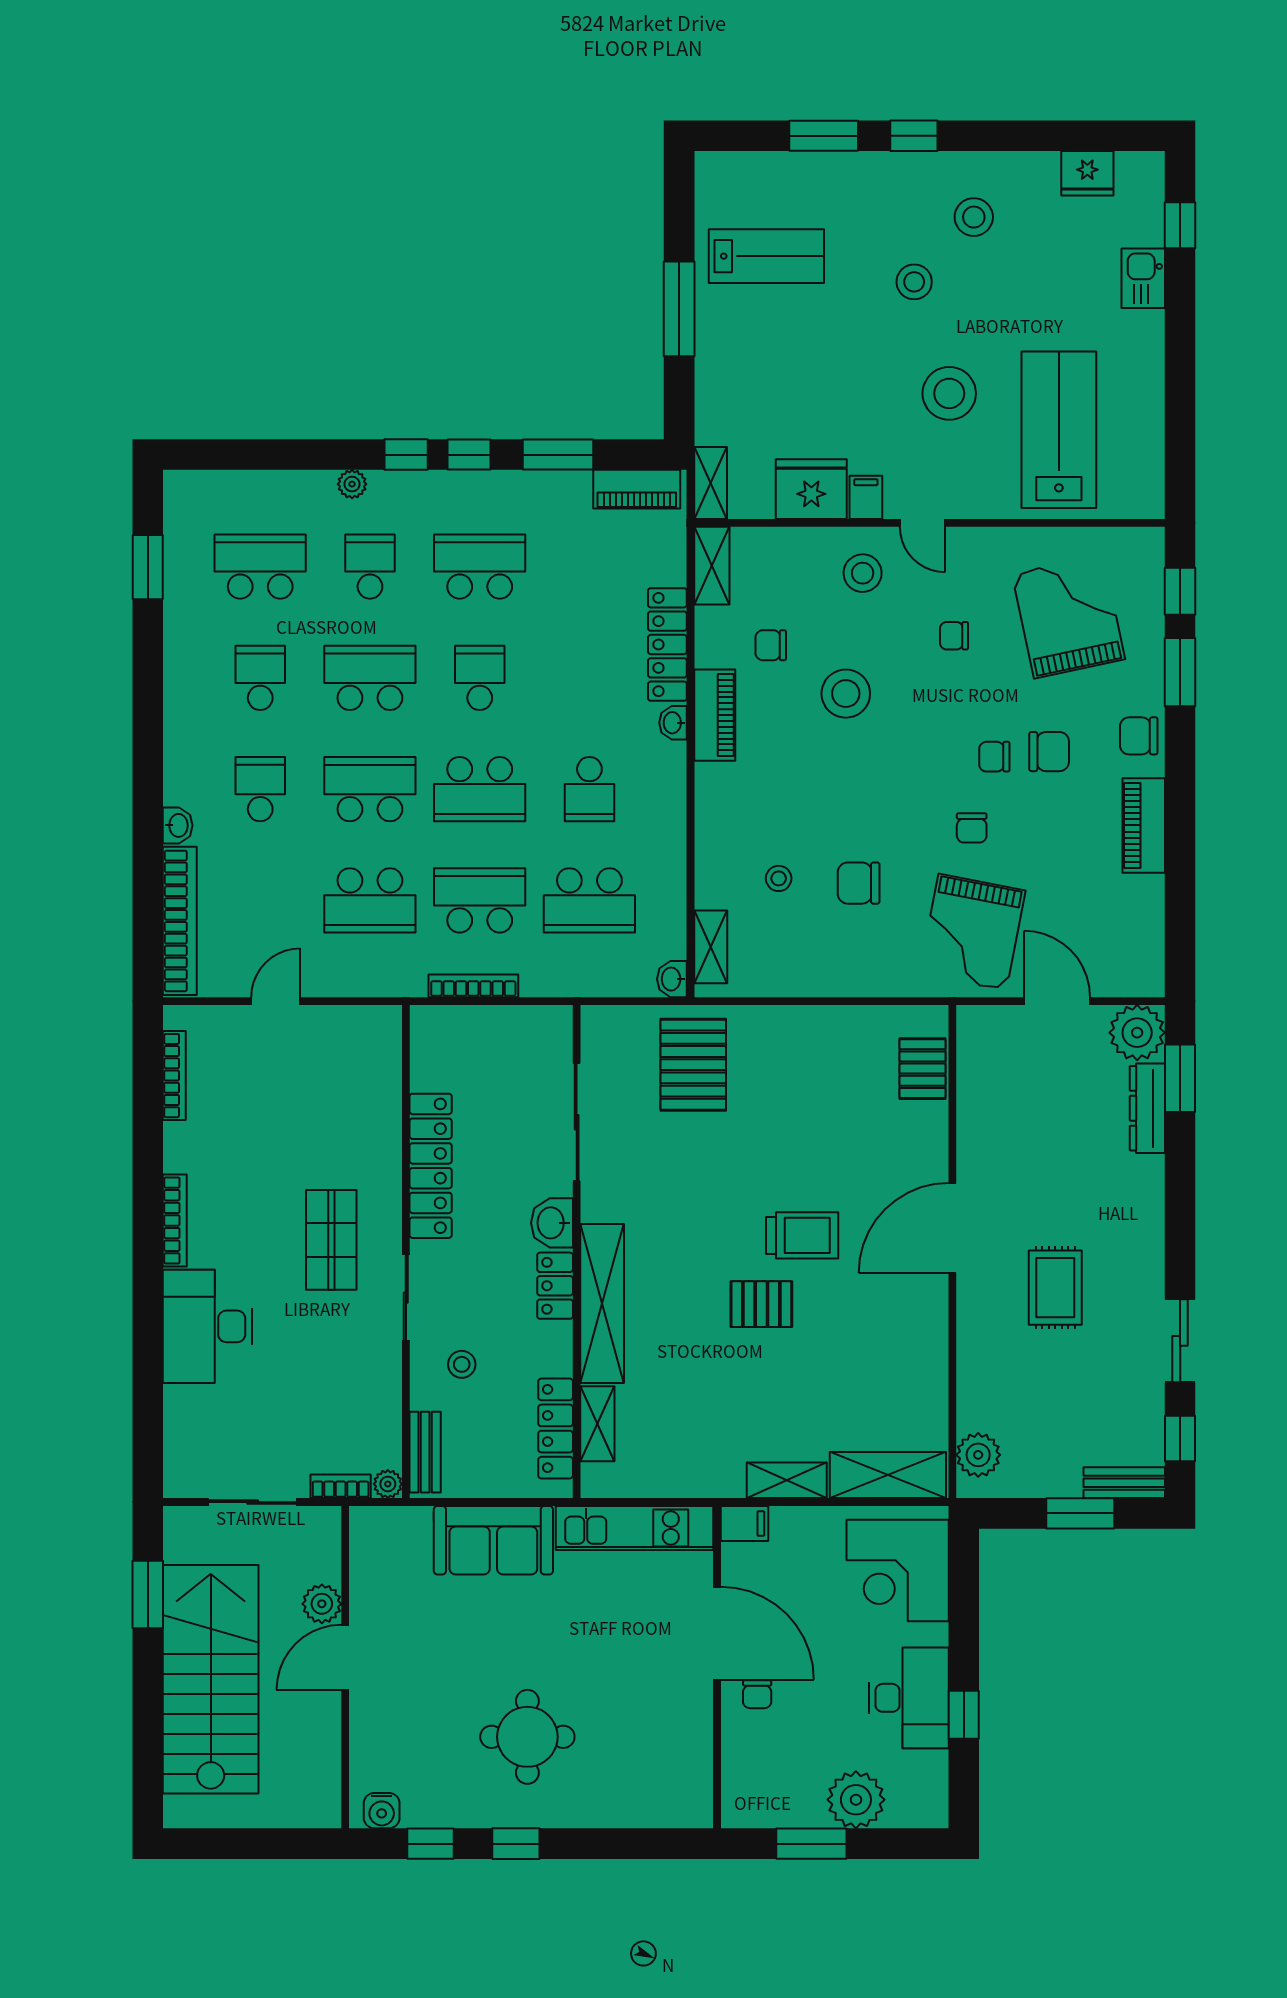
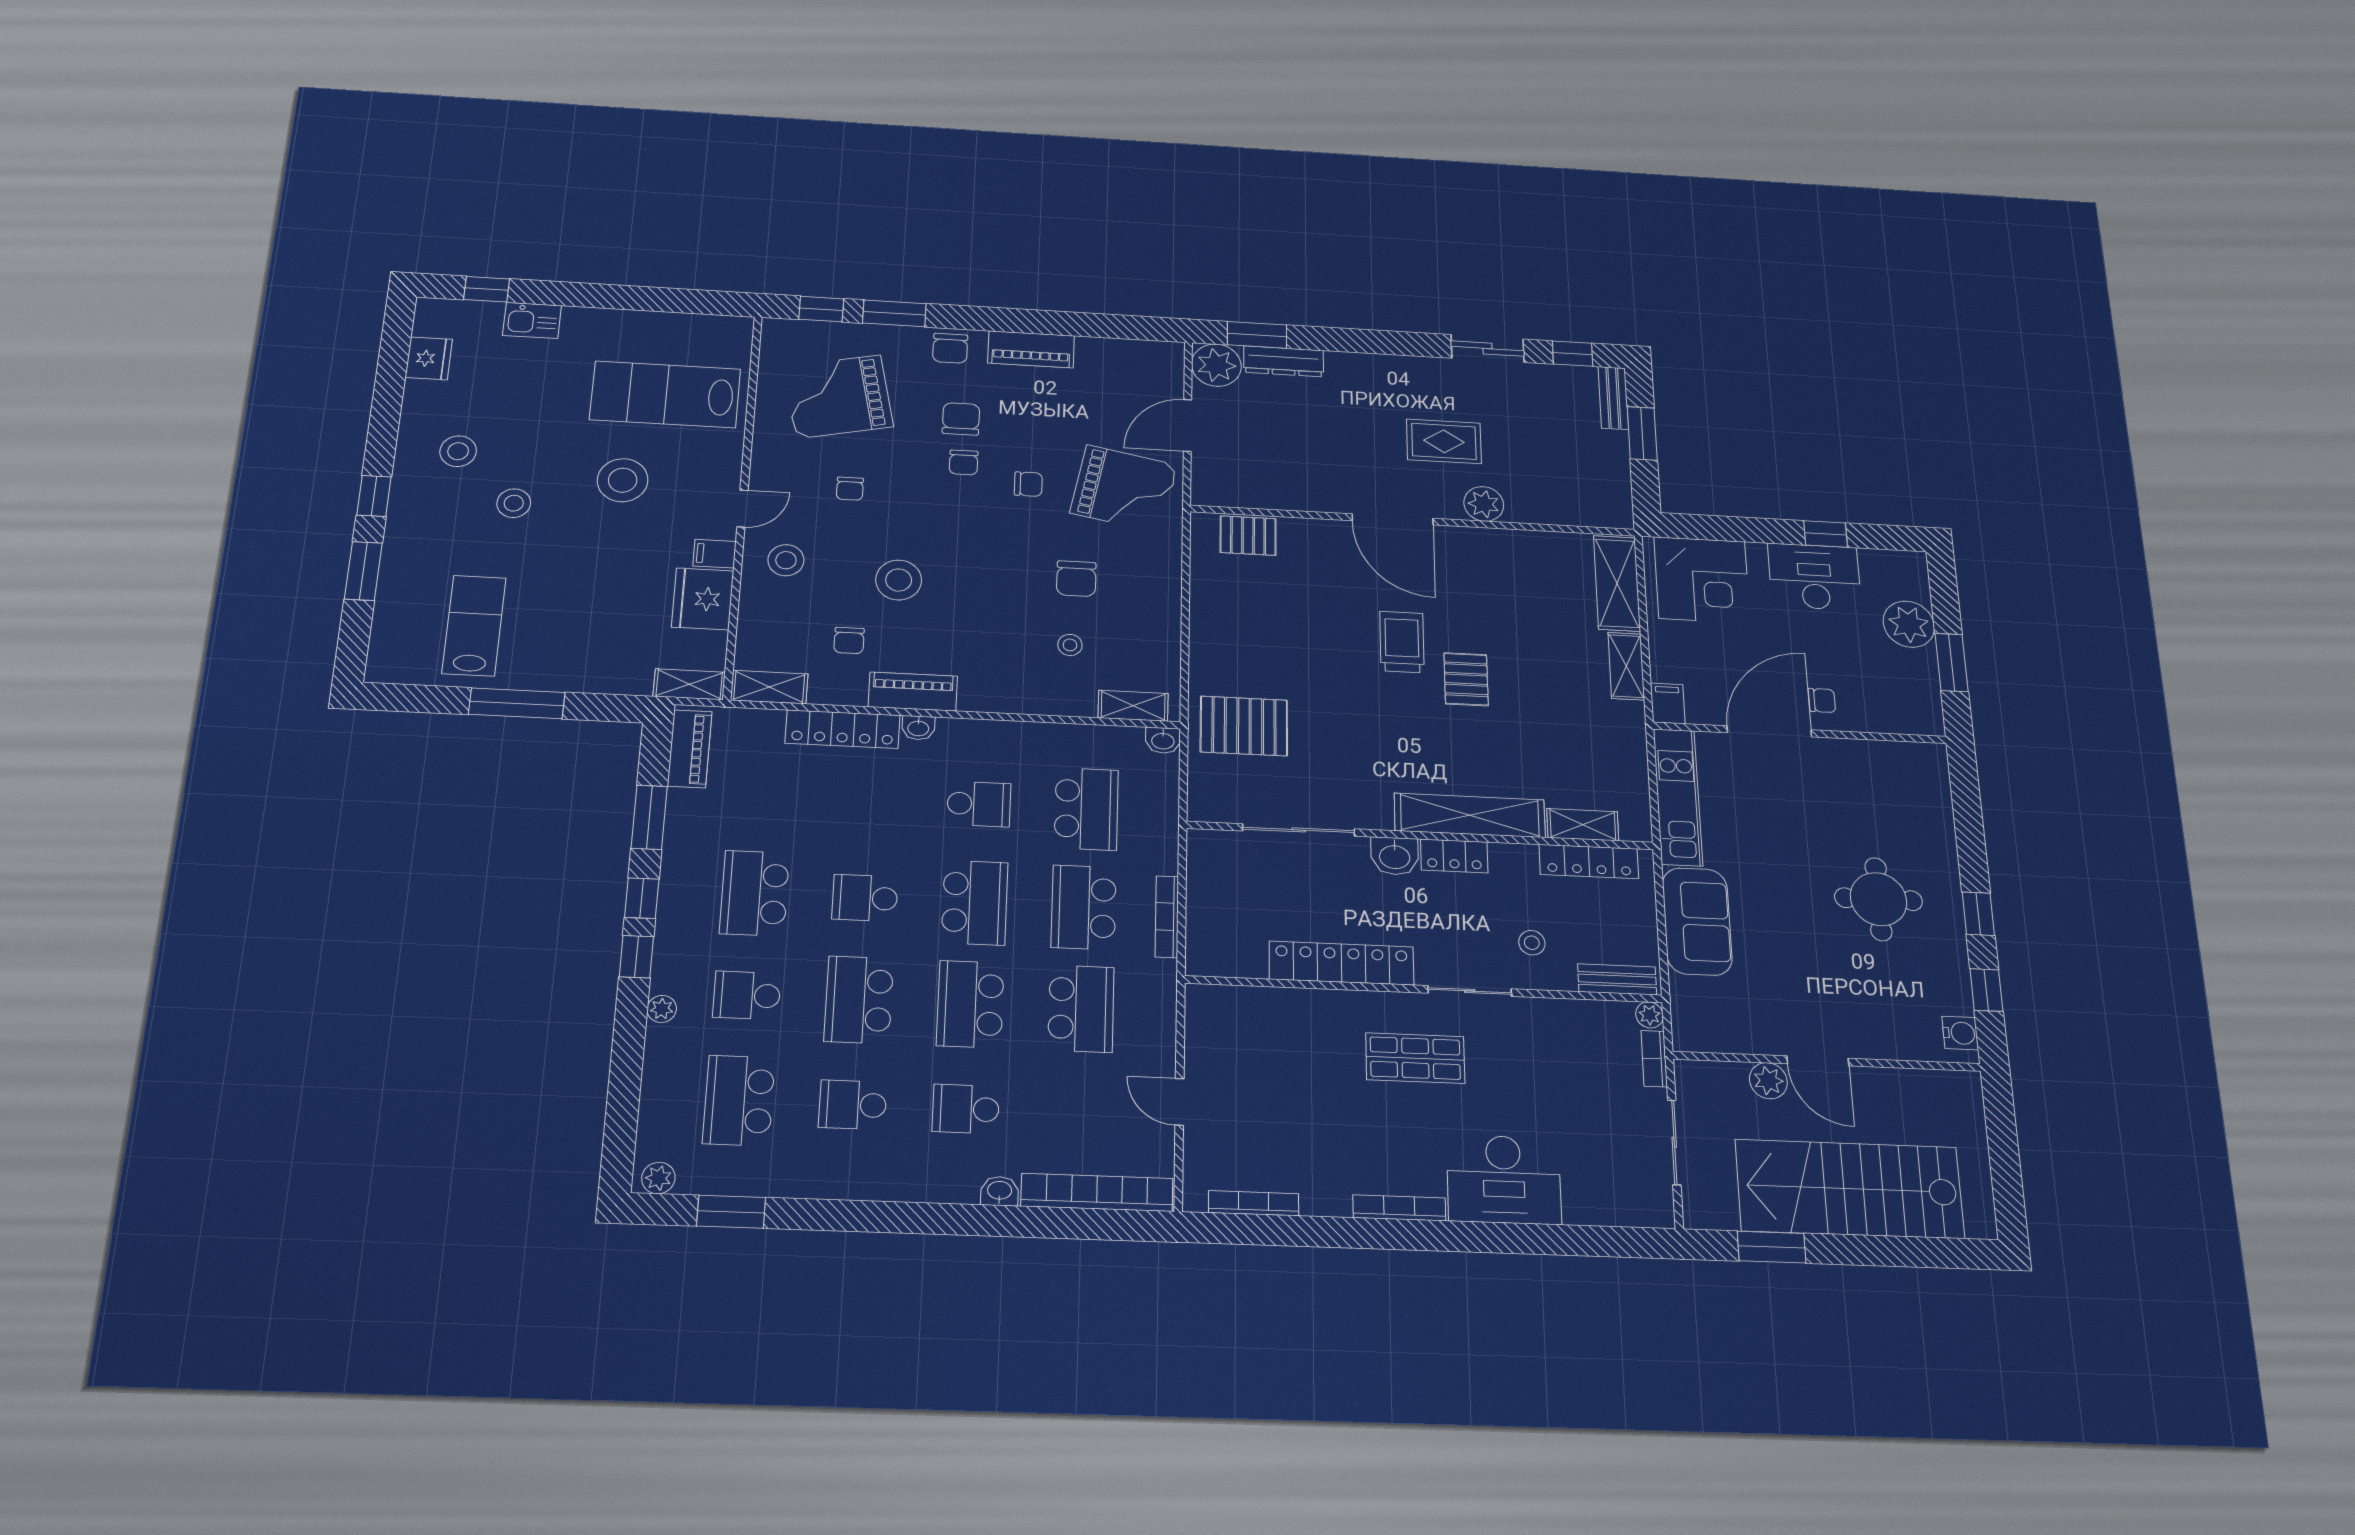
plant: (179, 495) -> (658, 1178), added
plant: (978, 1455) -> (1484, 504), moved

